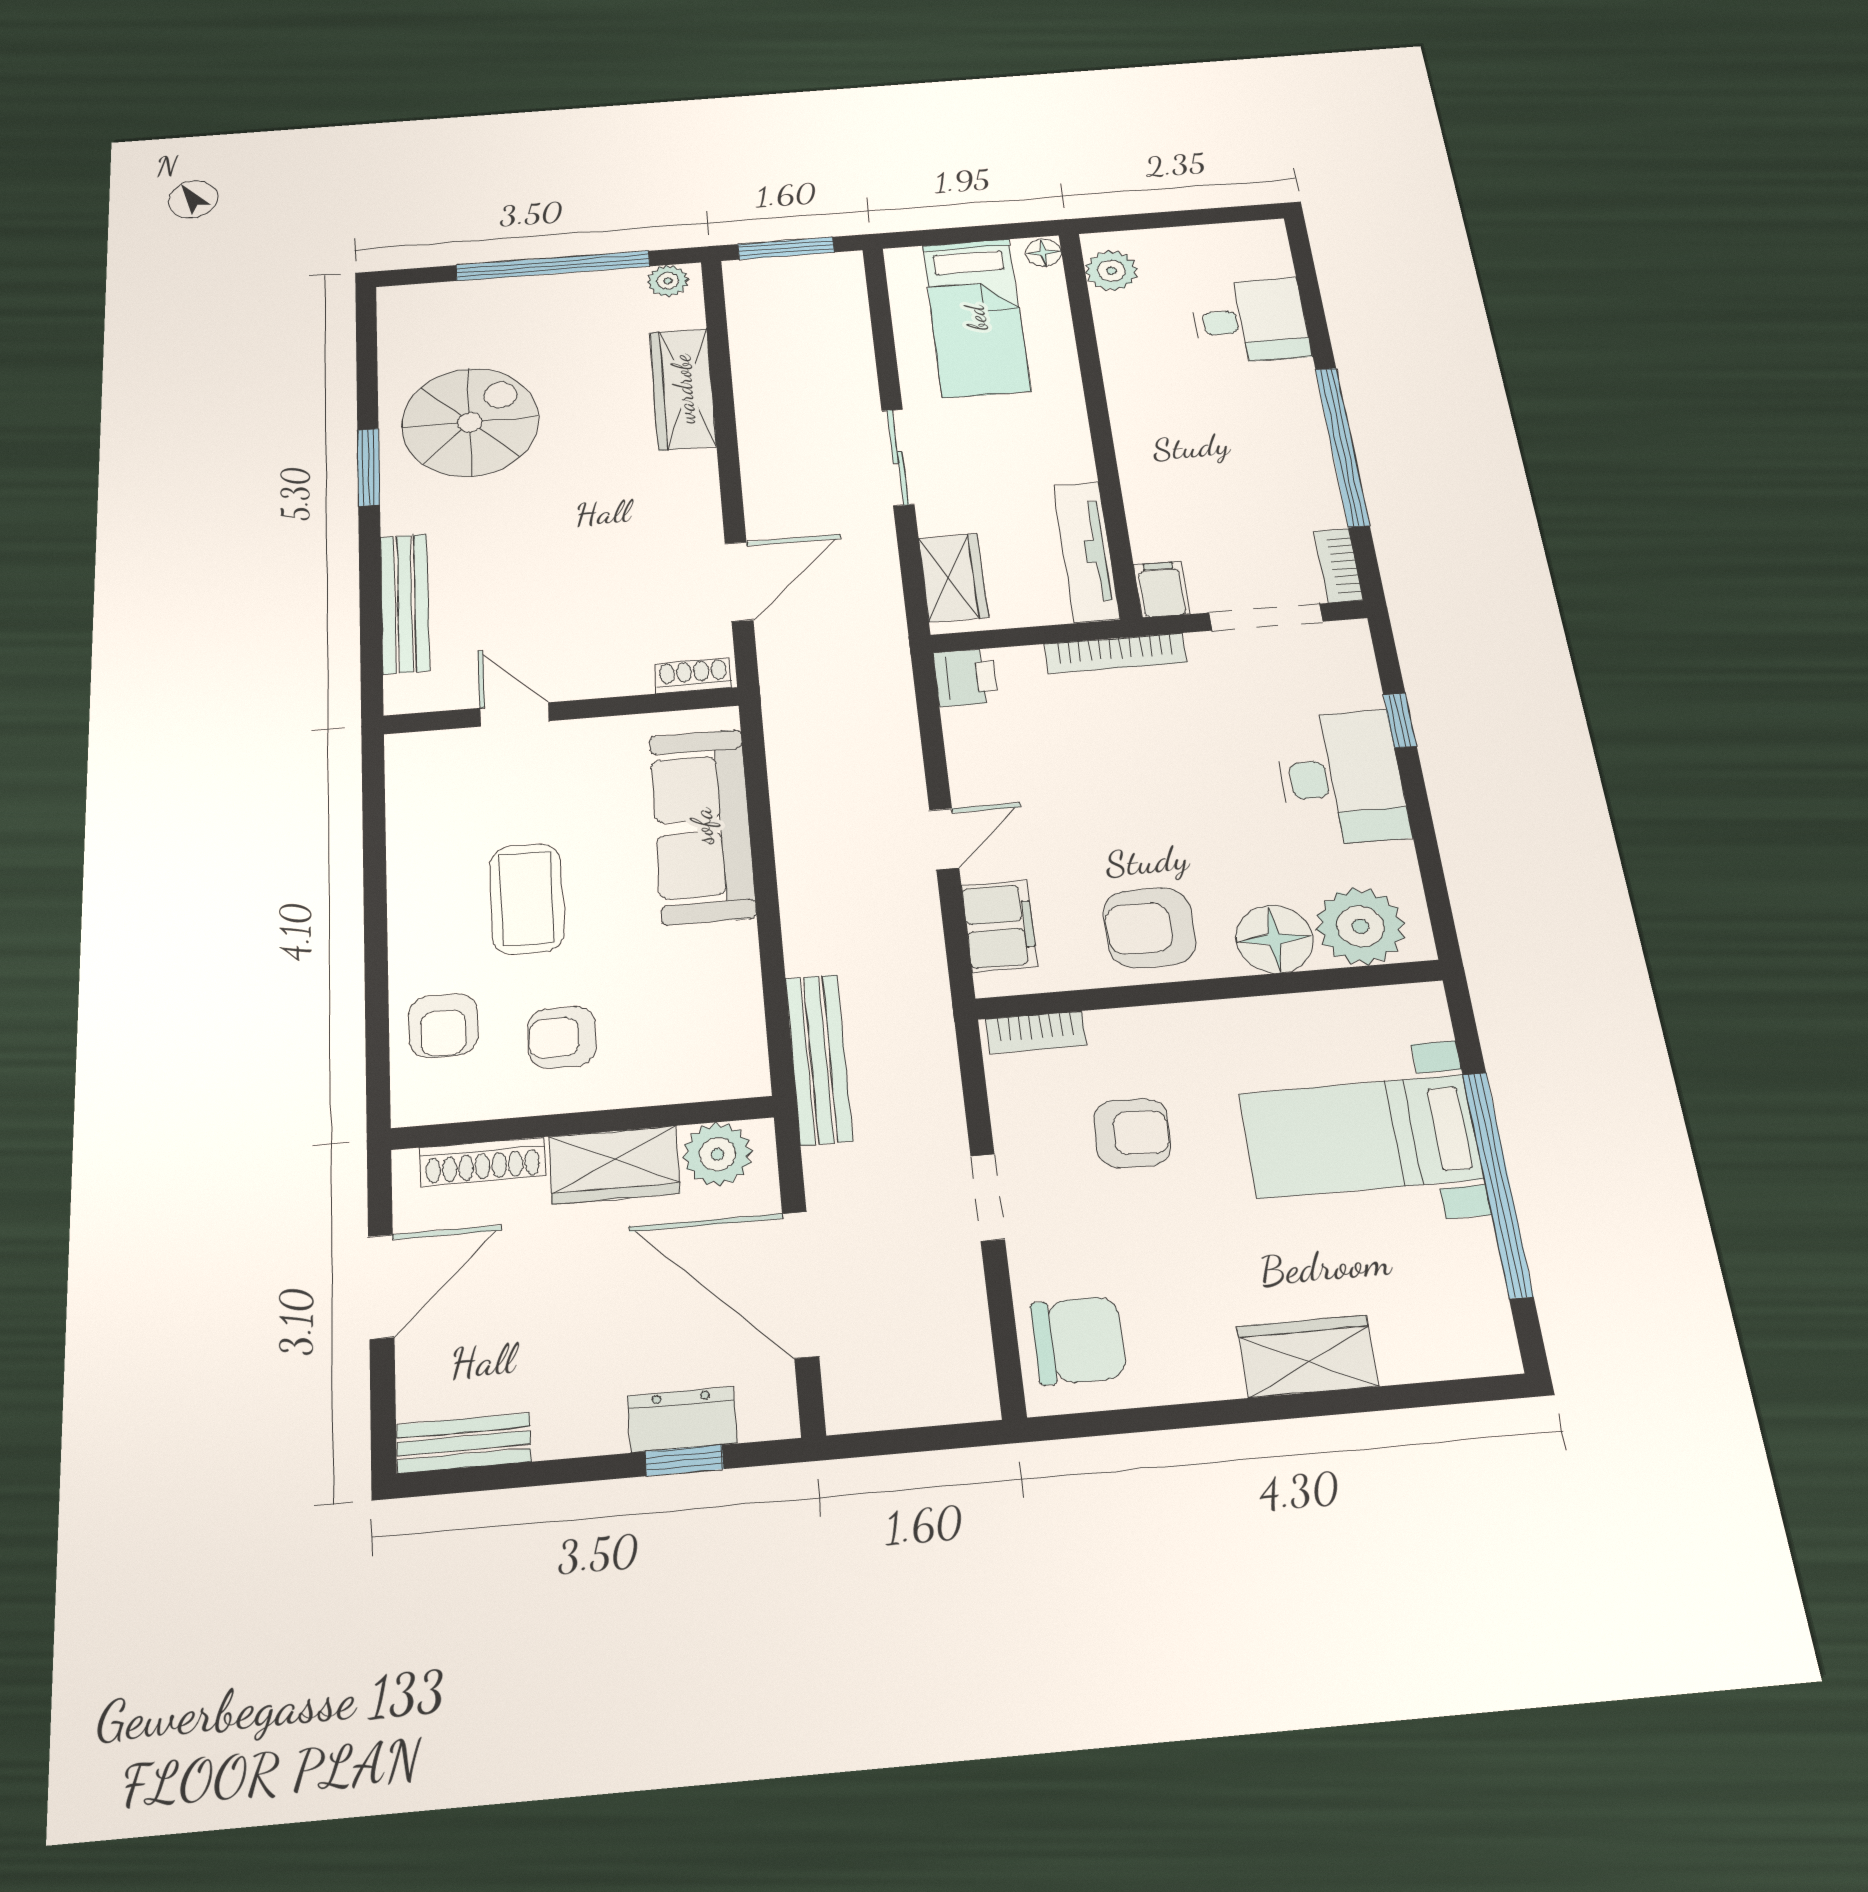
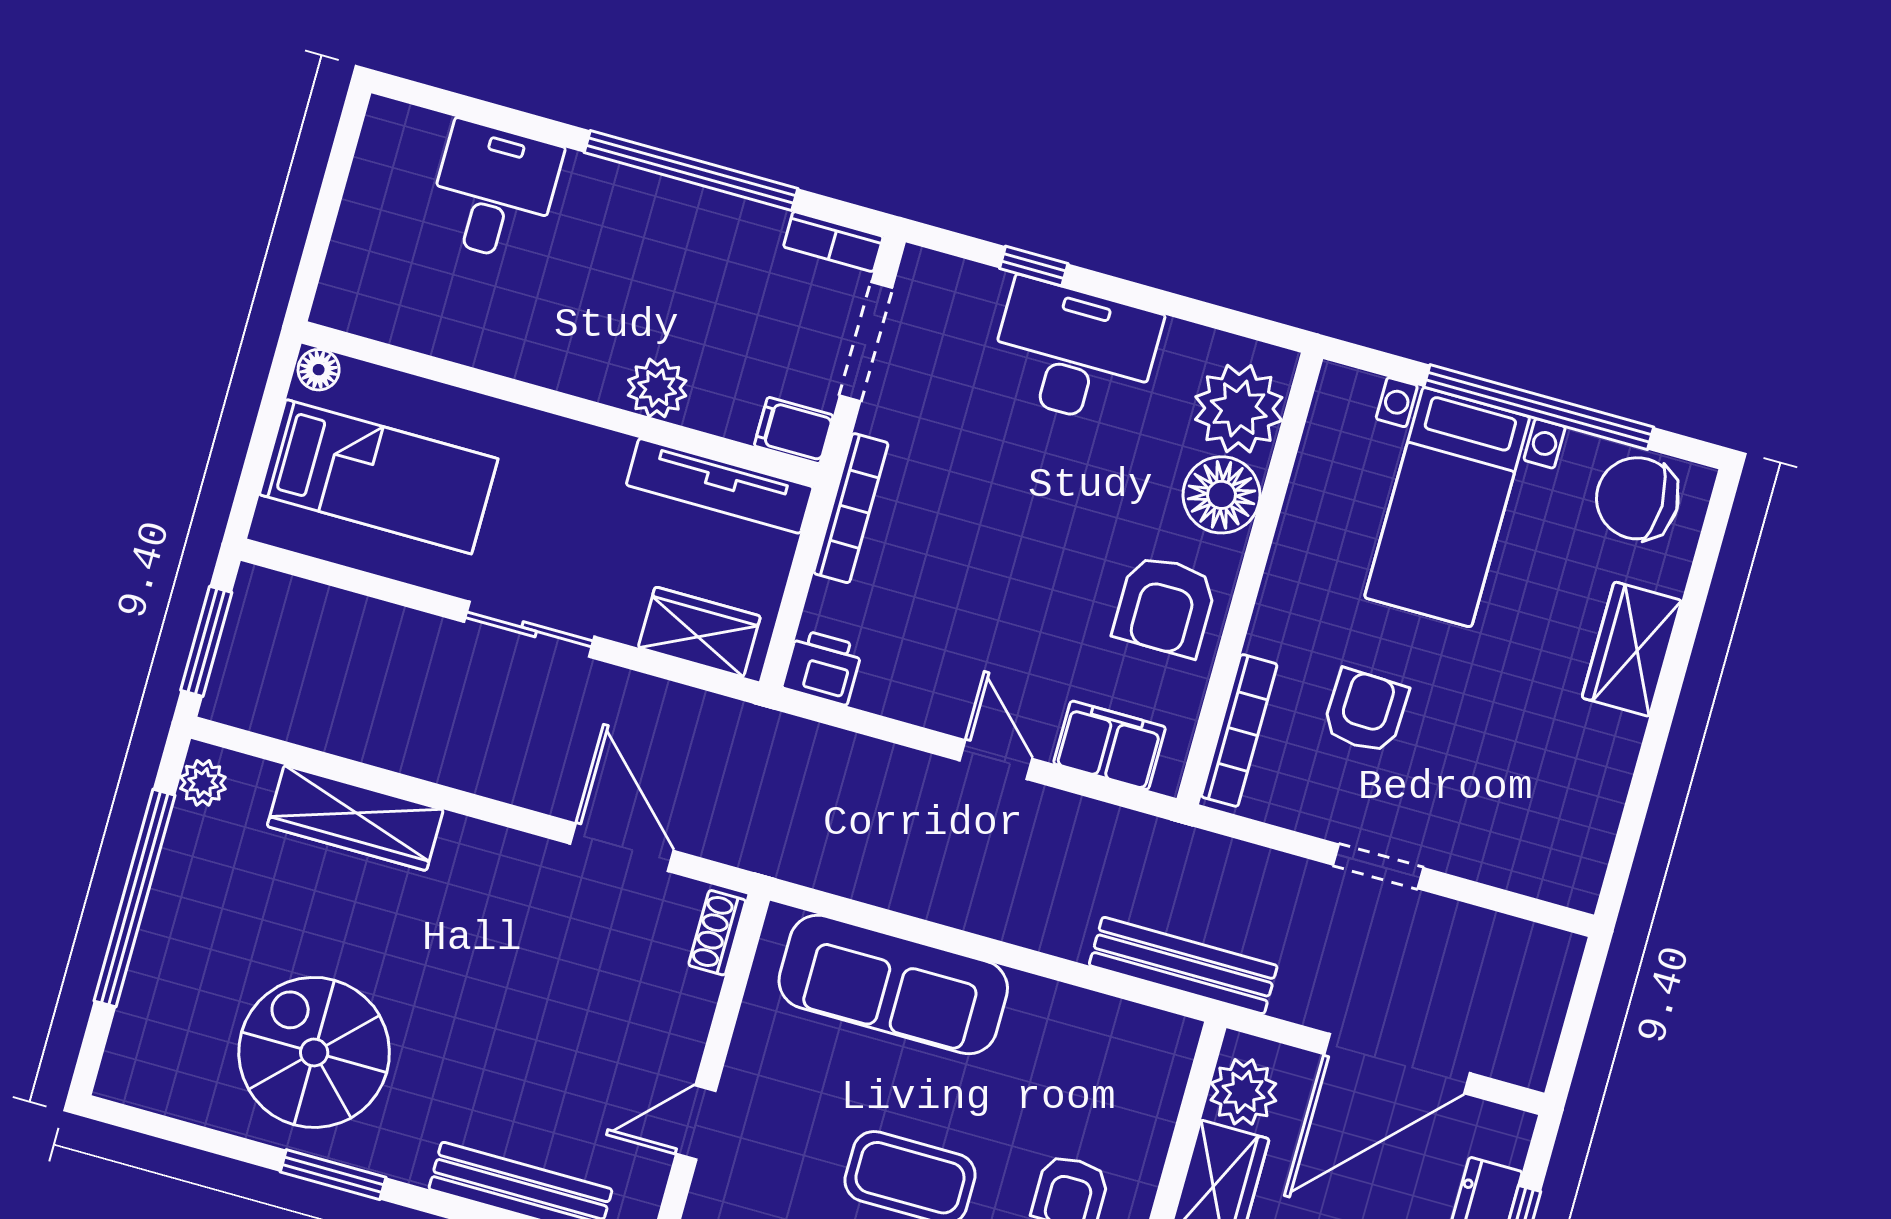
plant: (1111, 271) -> (657, 388), moved
bookcase: (1036, 1032) -> (1239, 730), width x1.56
chair: (1078, 1340) -> (1637, 498), moved, turned -90

